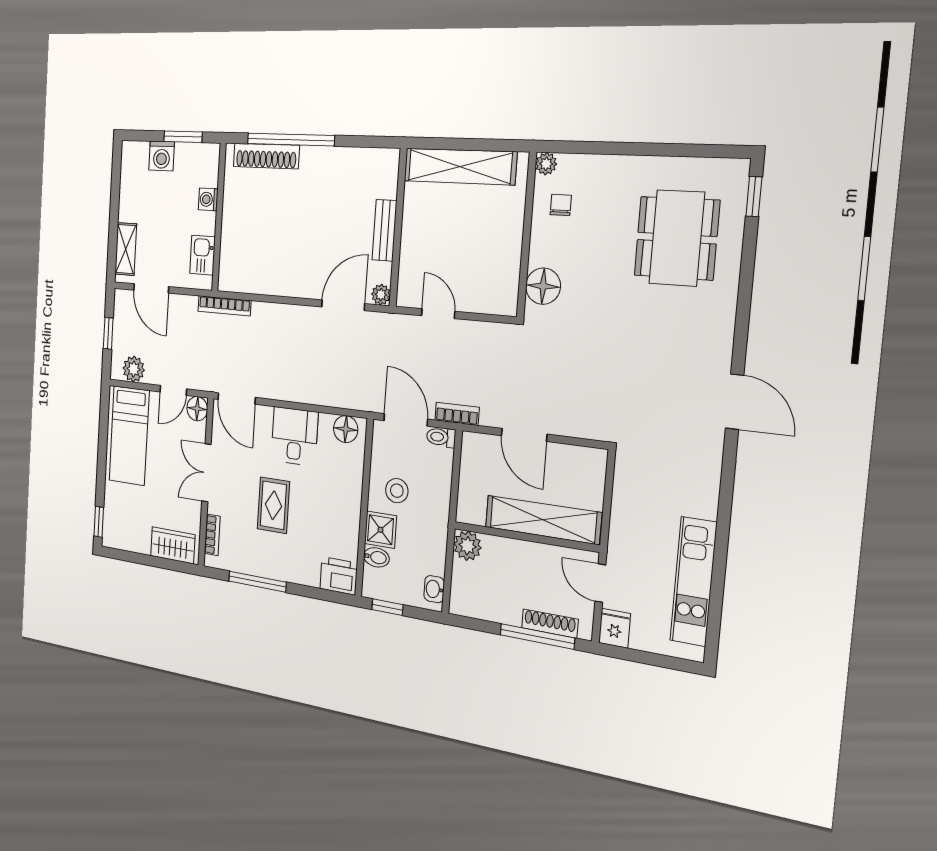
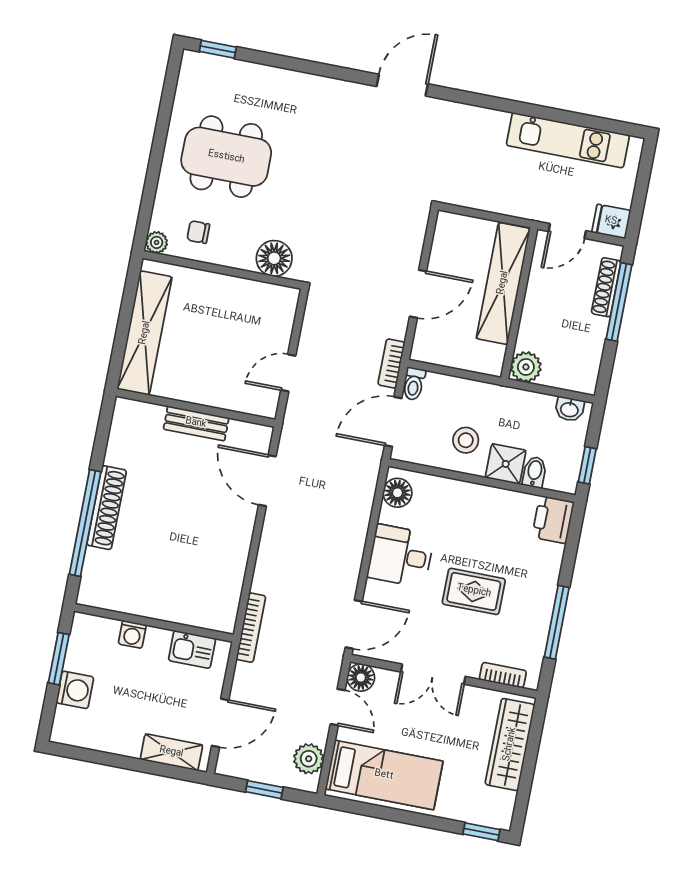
shoe rack: (266, 156) -> (107, 508), moved
dining table: (677, 238) -> (226, 157), moved
plant: (381, 295) -> (261, 435), removed
wardrobe: (173, 545) -> (510, 744), width x1.50

